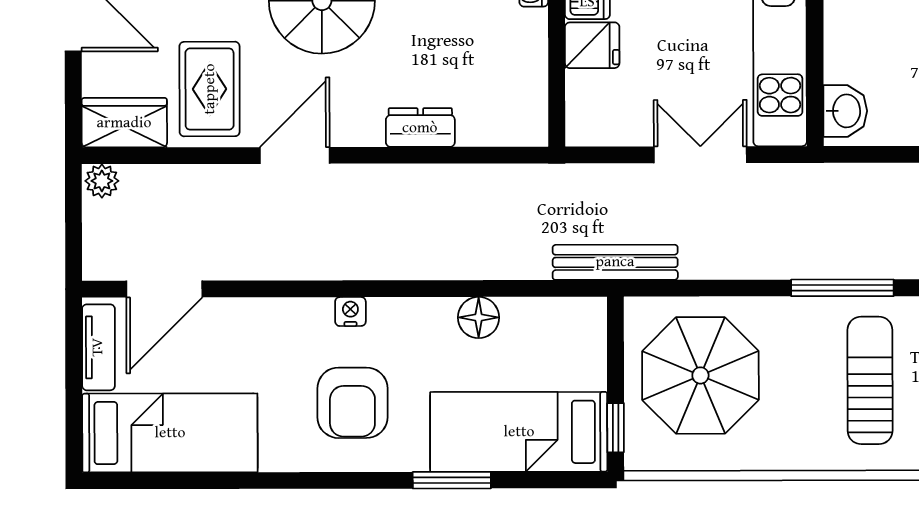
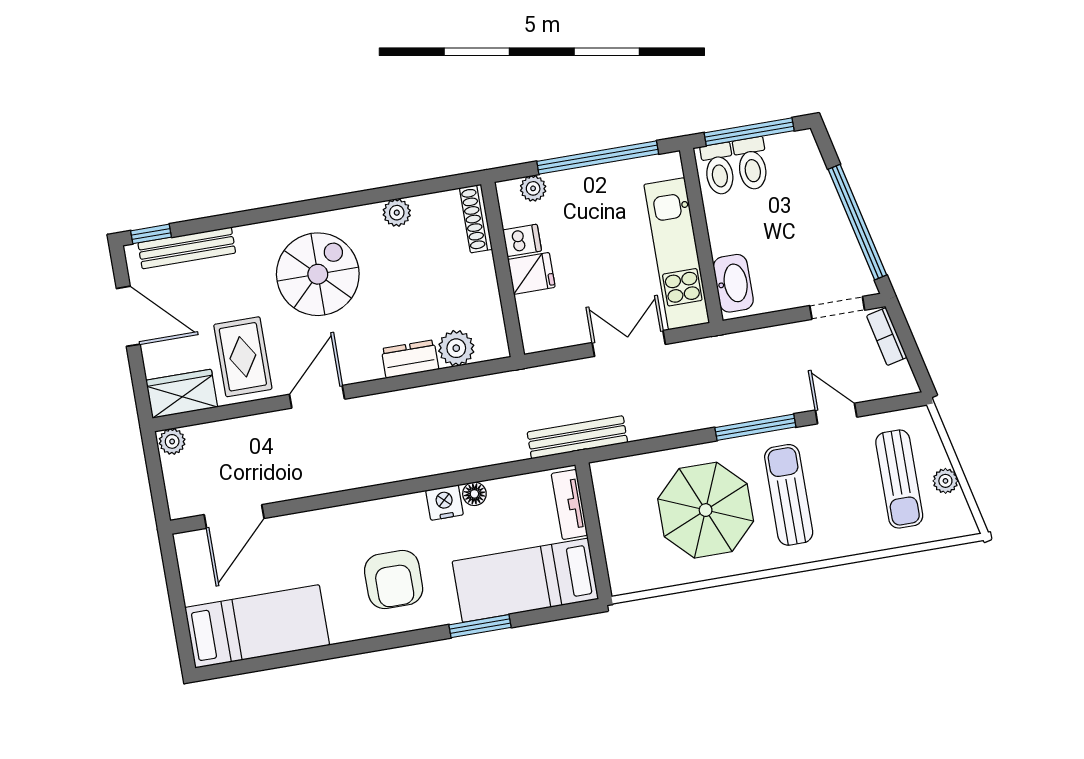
washbasin: (845, 111) -> (733, 283), width x1.38
plant: (481, 124) -> (456, 348), added
nightstand: (350, 312) -> (445, 503), moved, width x1.39, depth x1.35
floor lamp: (479, 317) -> (474, 494), width x0.73, depth x0.73
tv unit: (98, 347) -> (569, 504), moved, turned 180
parasol: (700, 375) -> (706, 510), moved
window: (616, 428) -> (599, 564), removed

